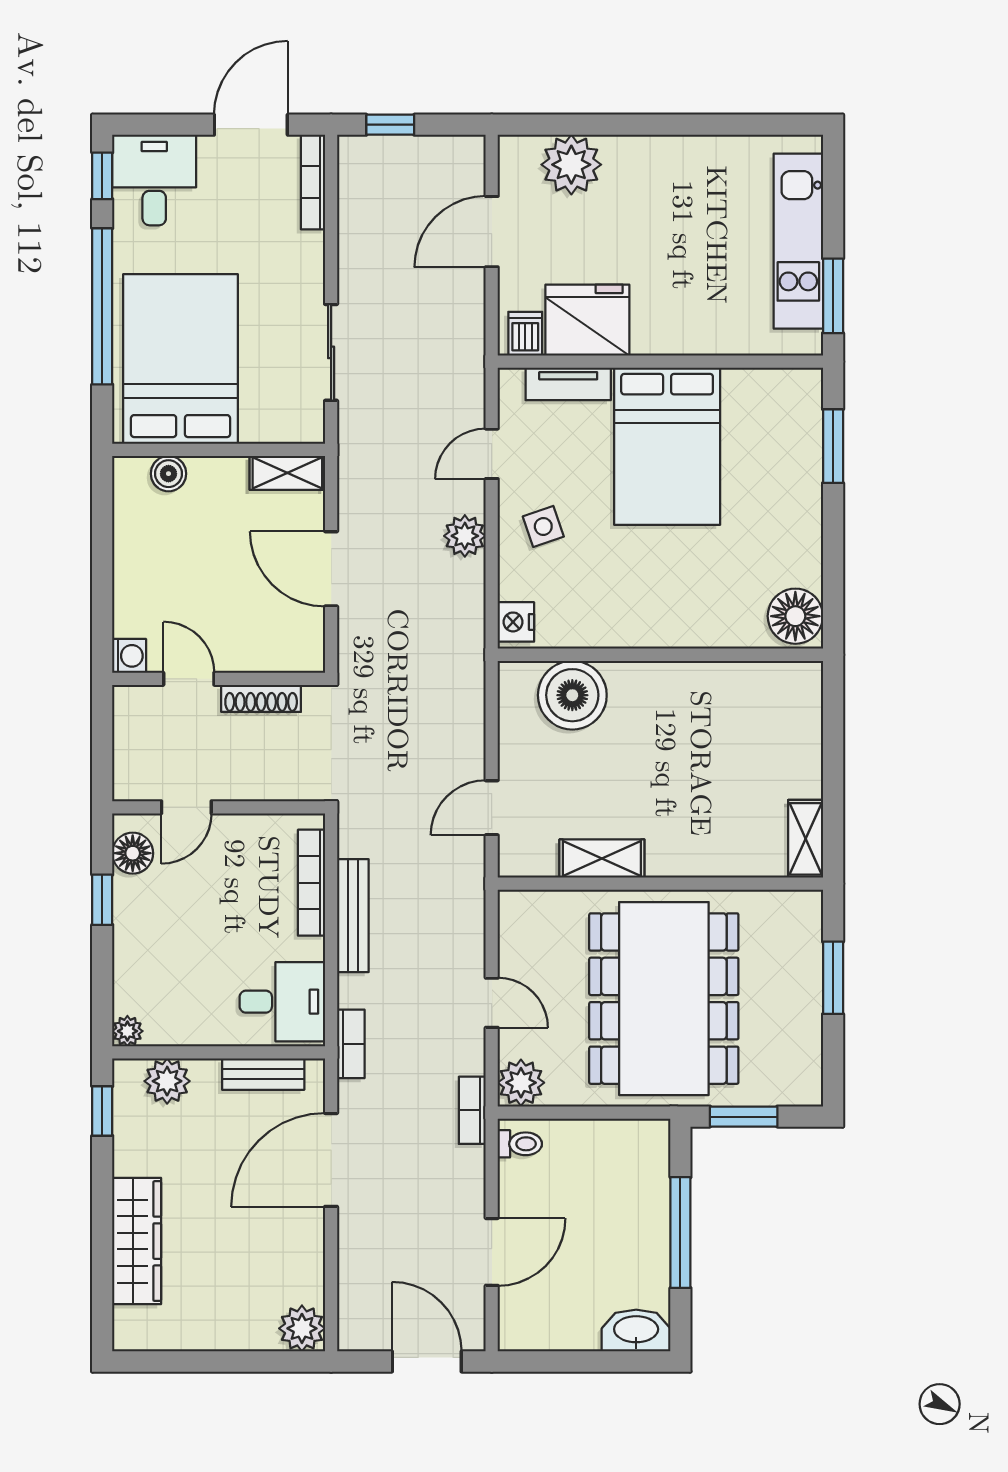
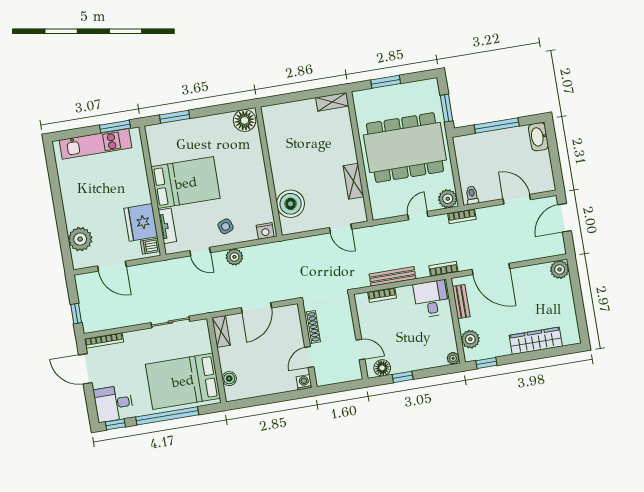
bookcase: (311, 883) -> (382, 295), width x0.64

